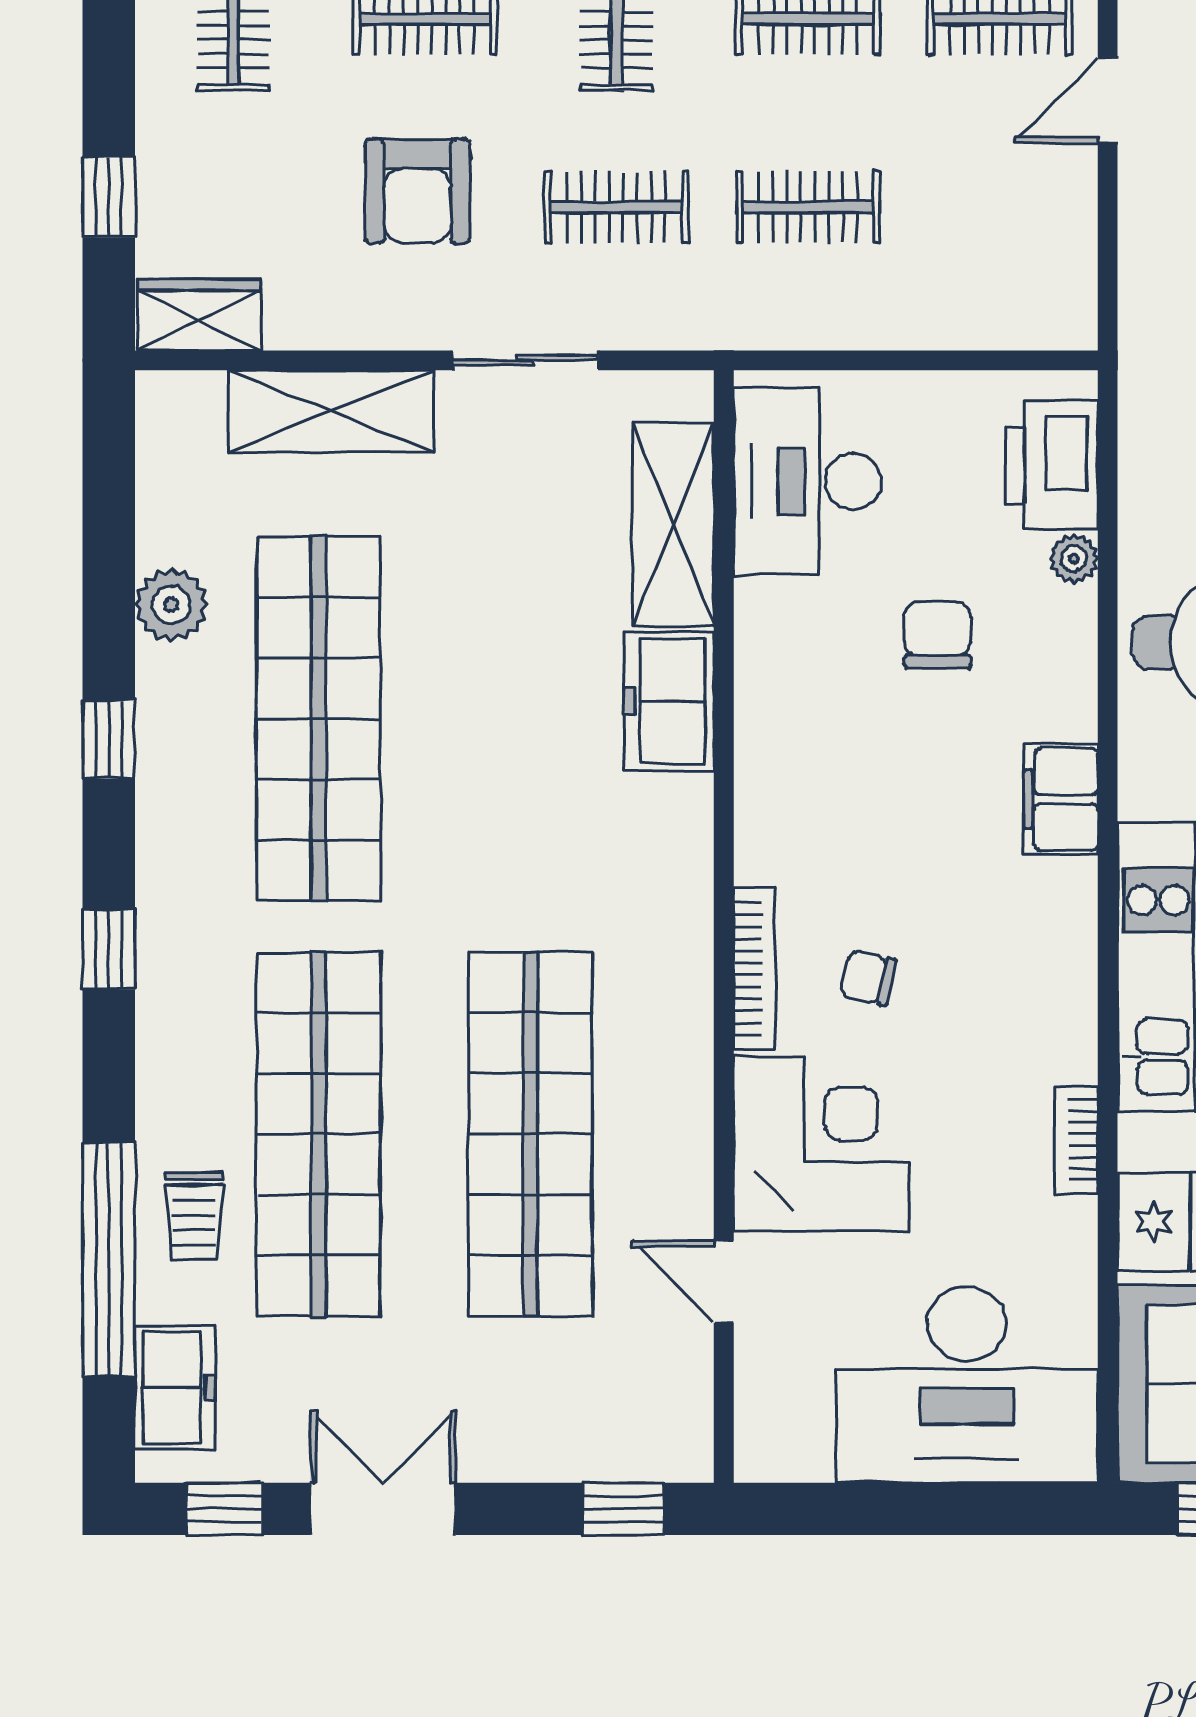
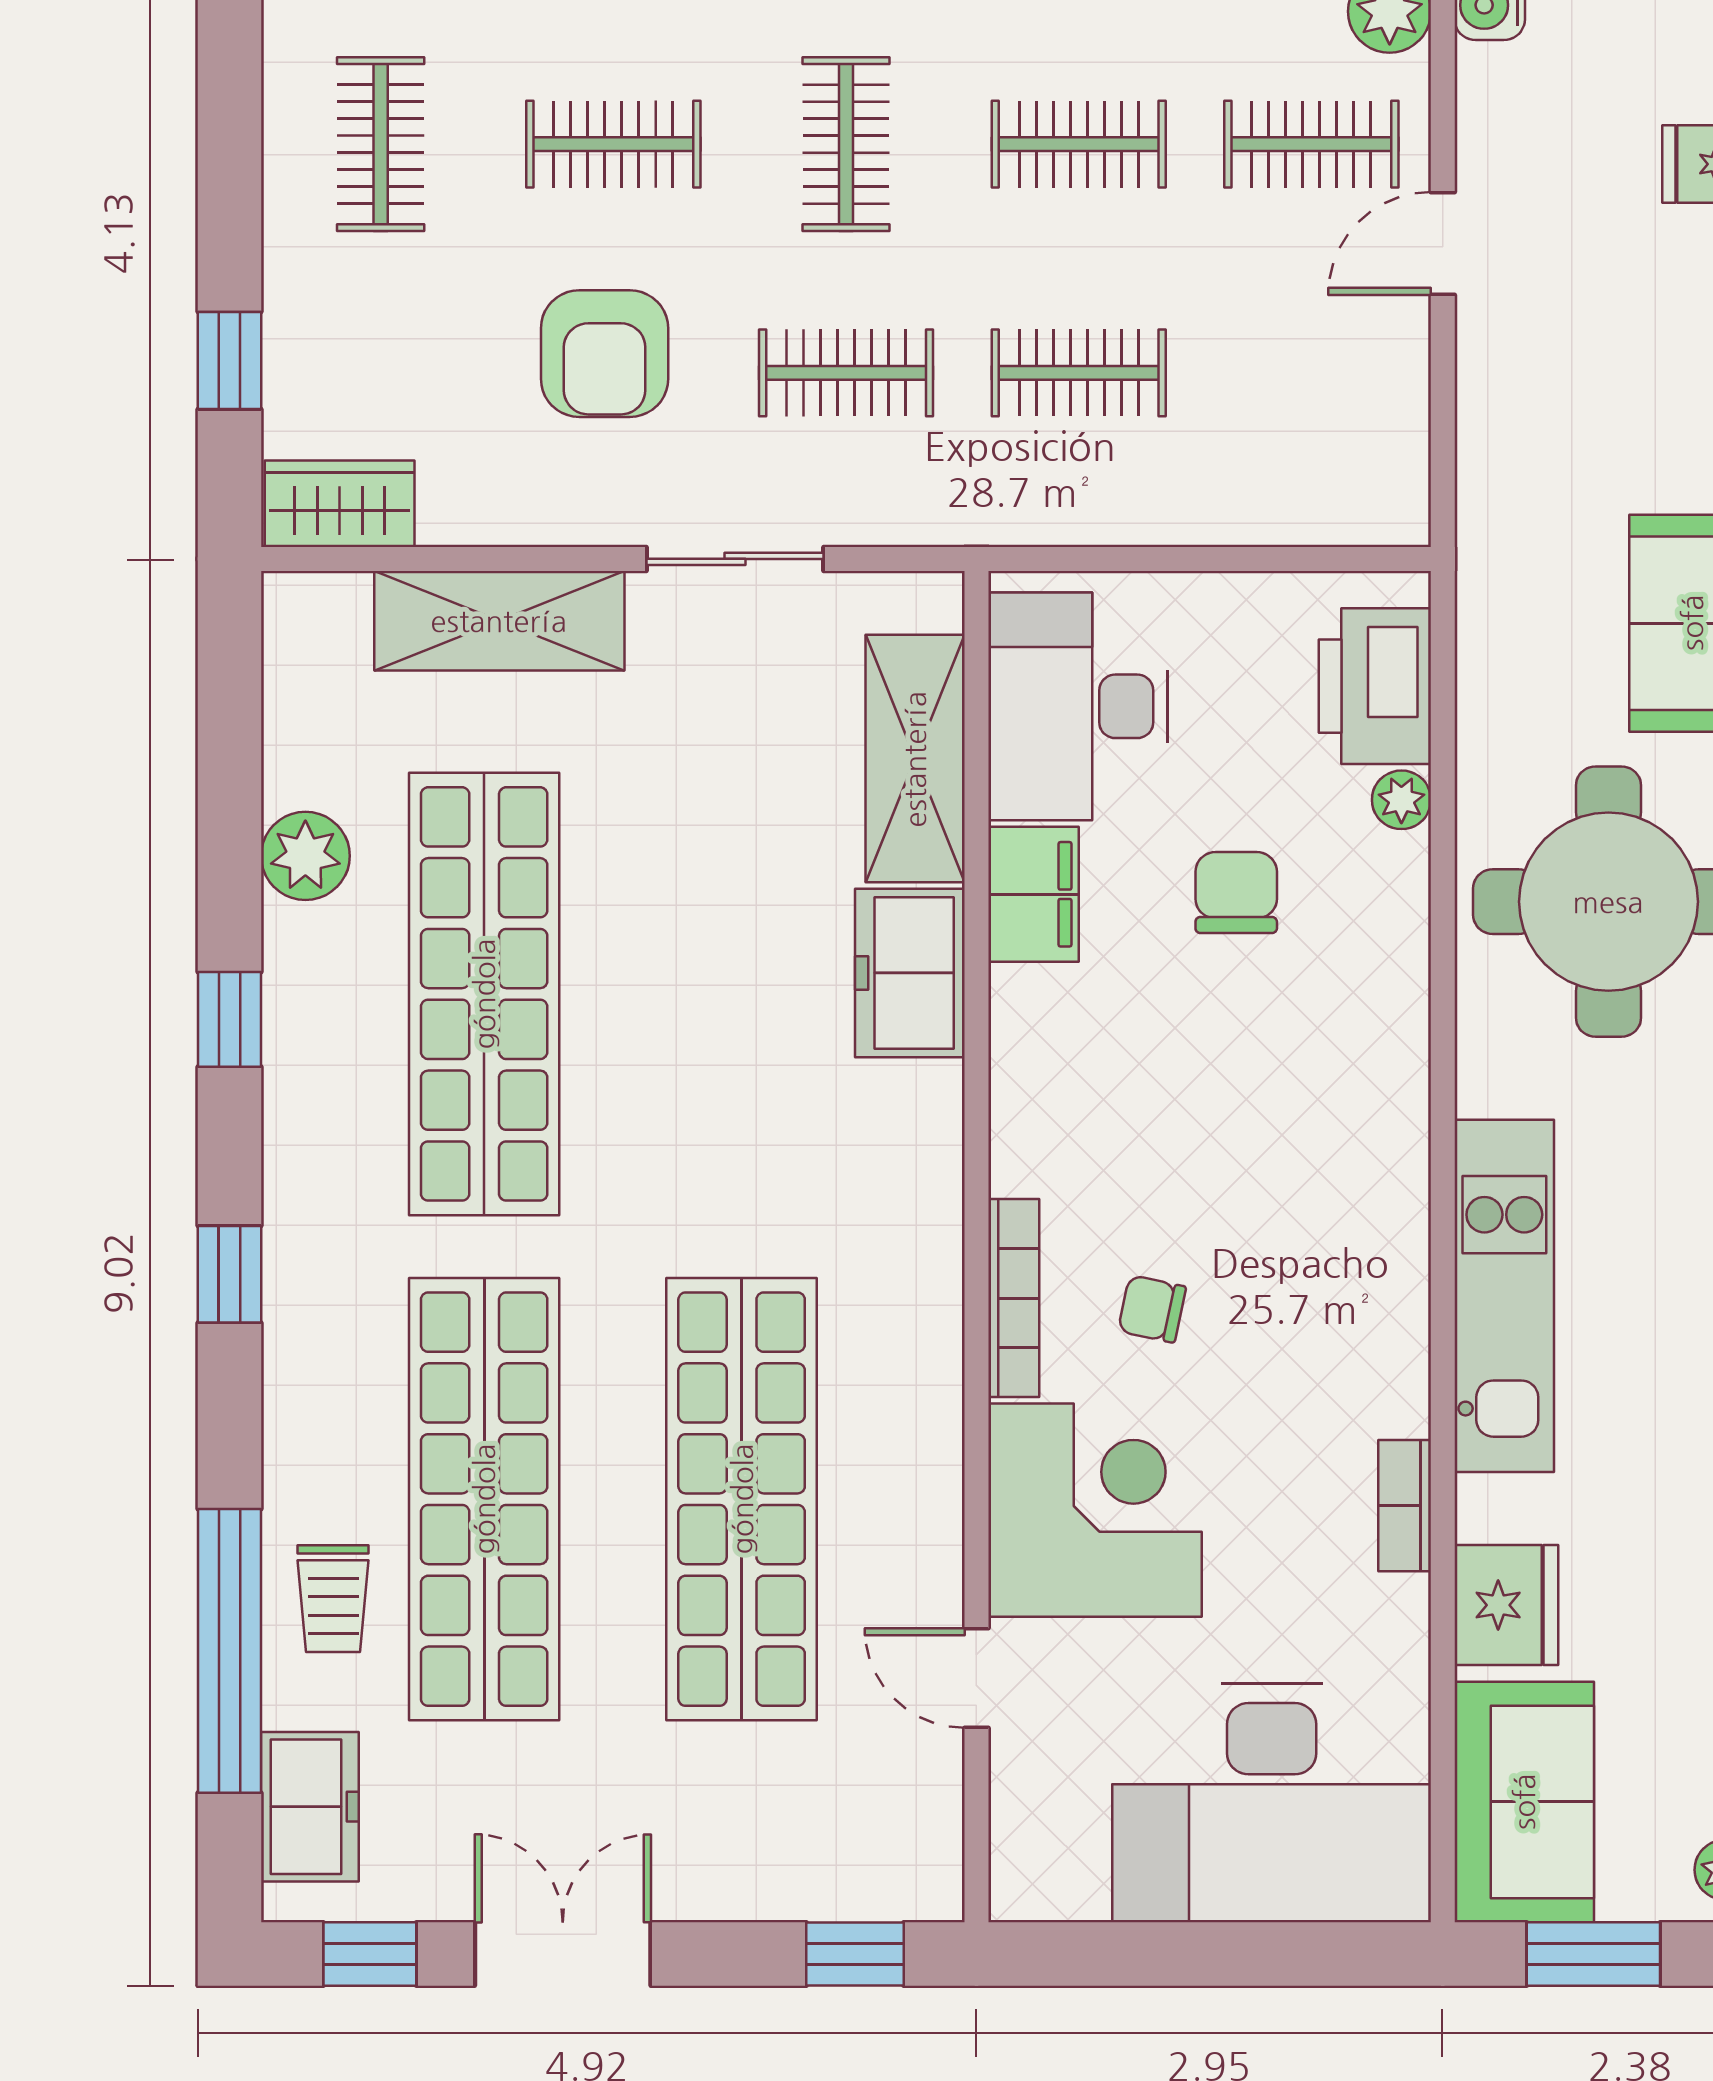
filing cabinet: (1061, 799) -> (1033, 894), moved, turned 180

